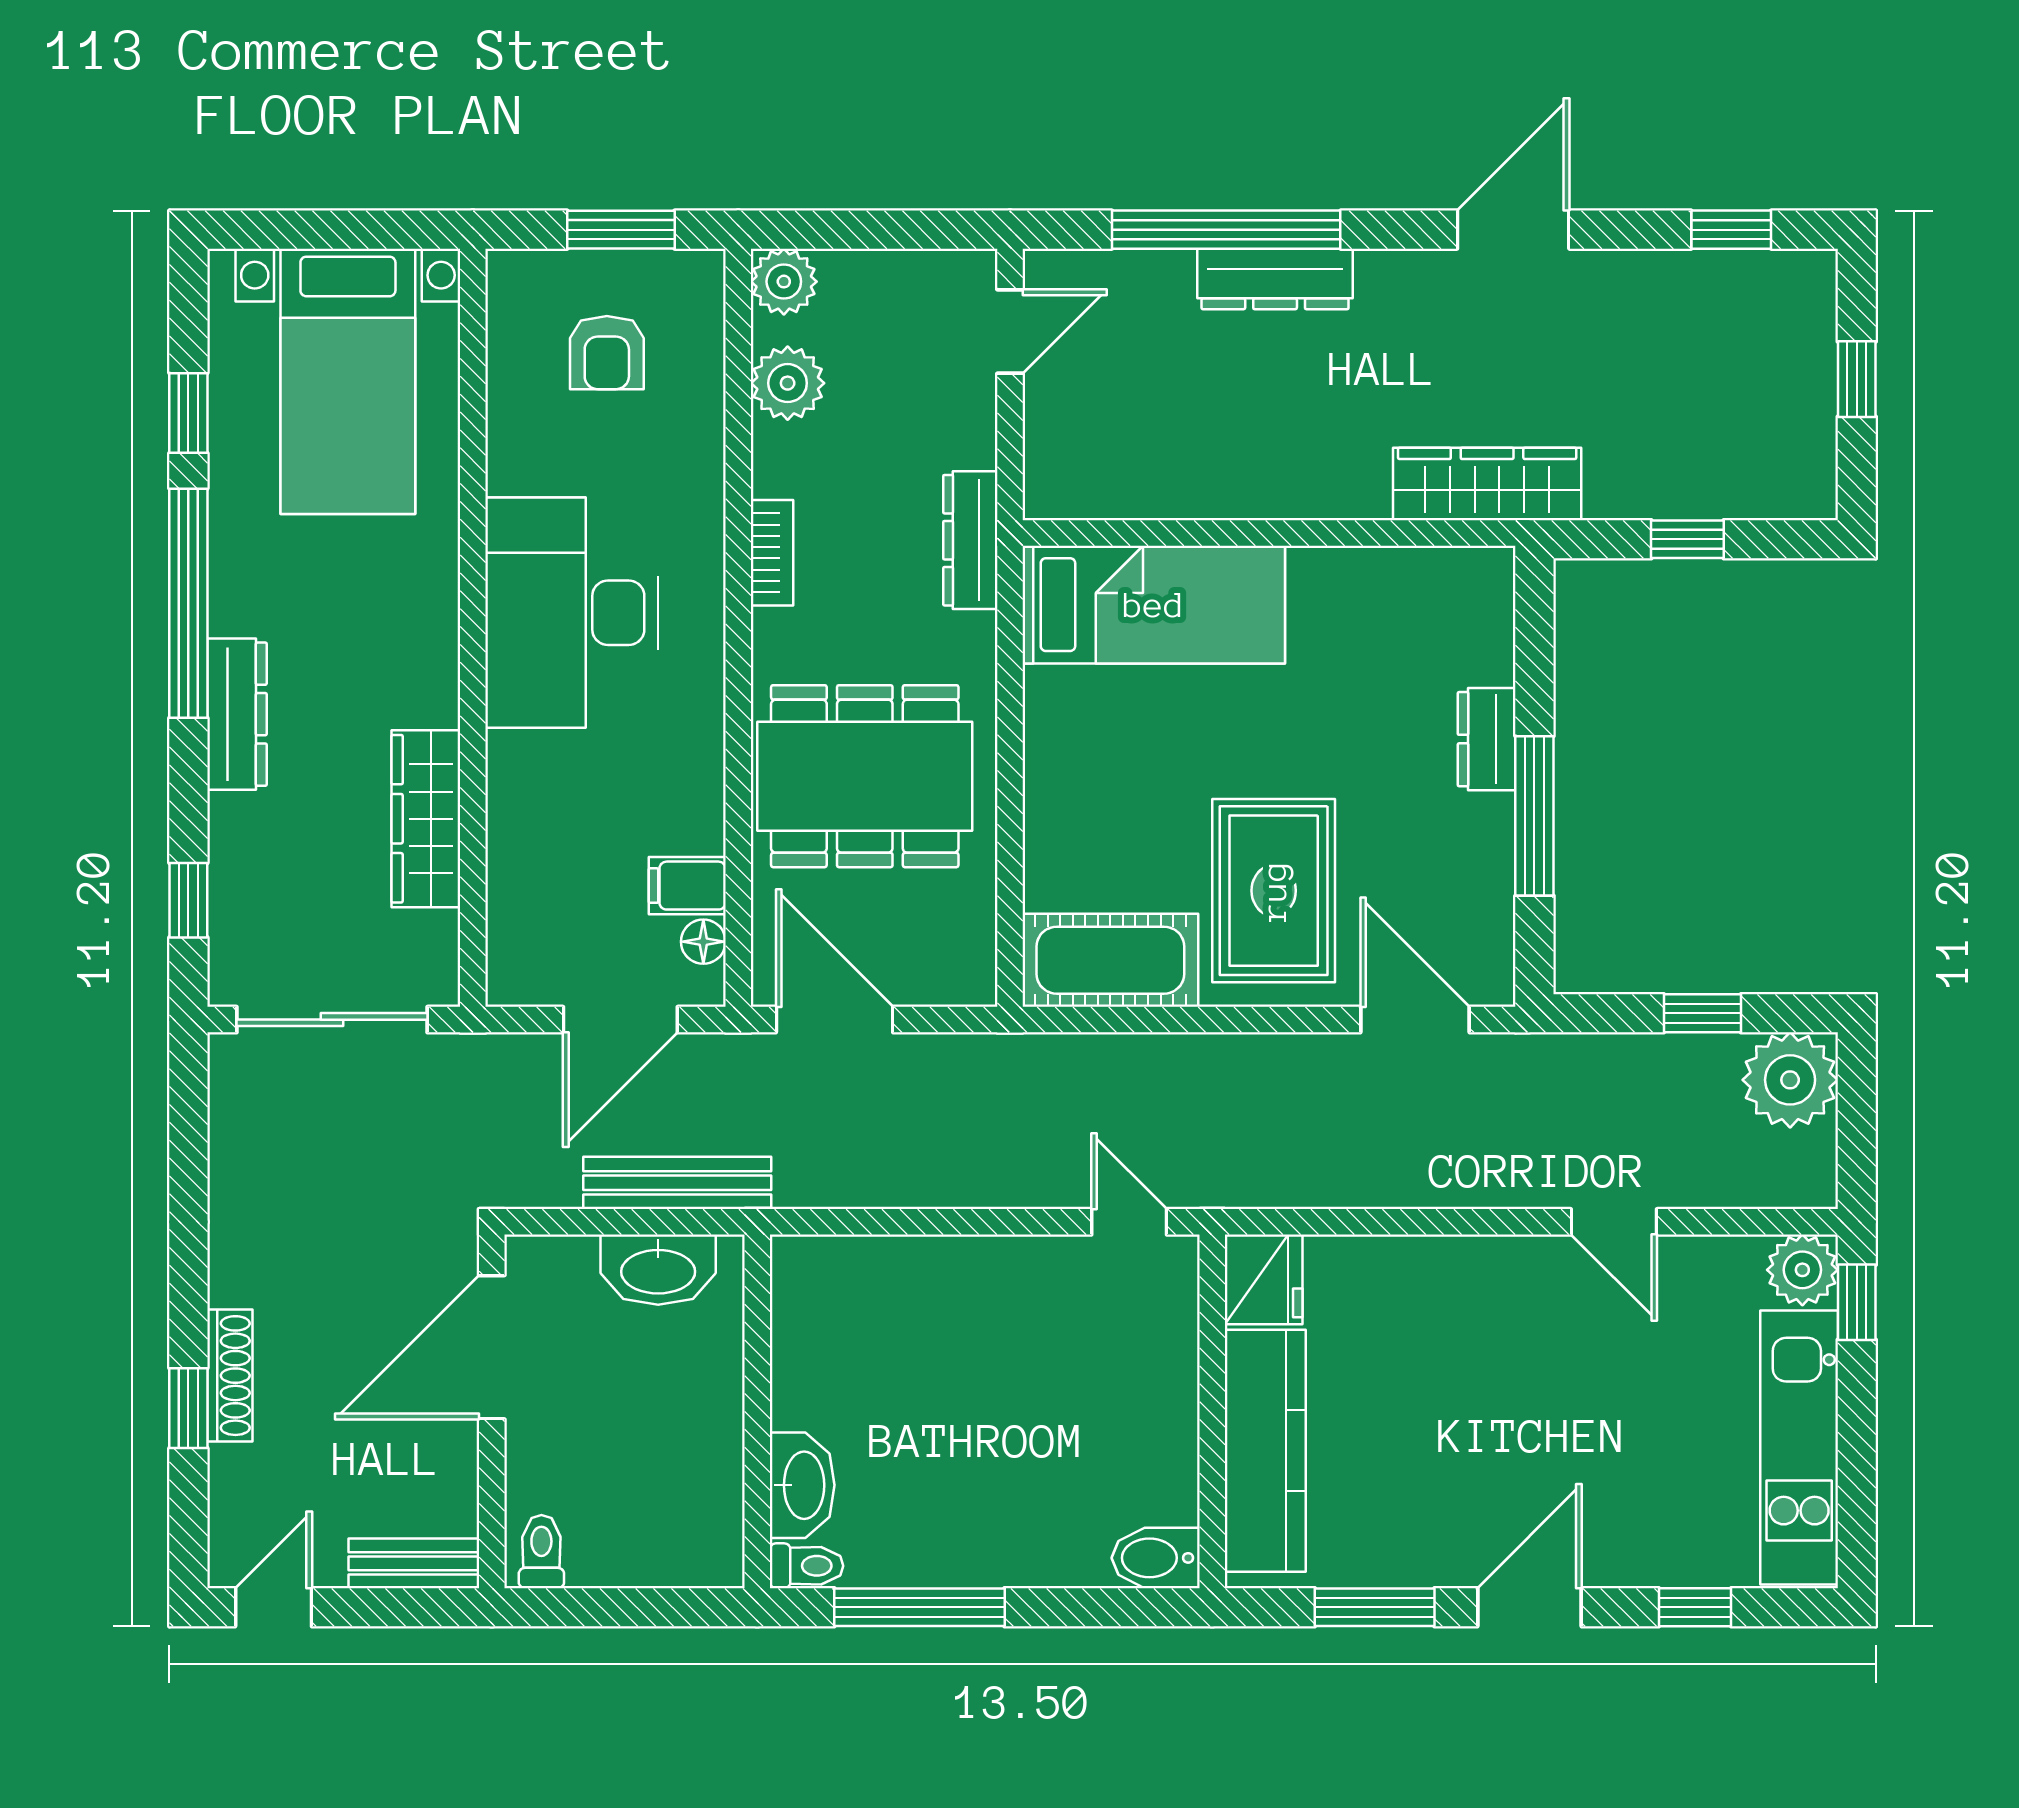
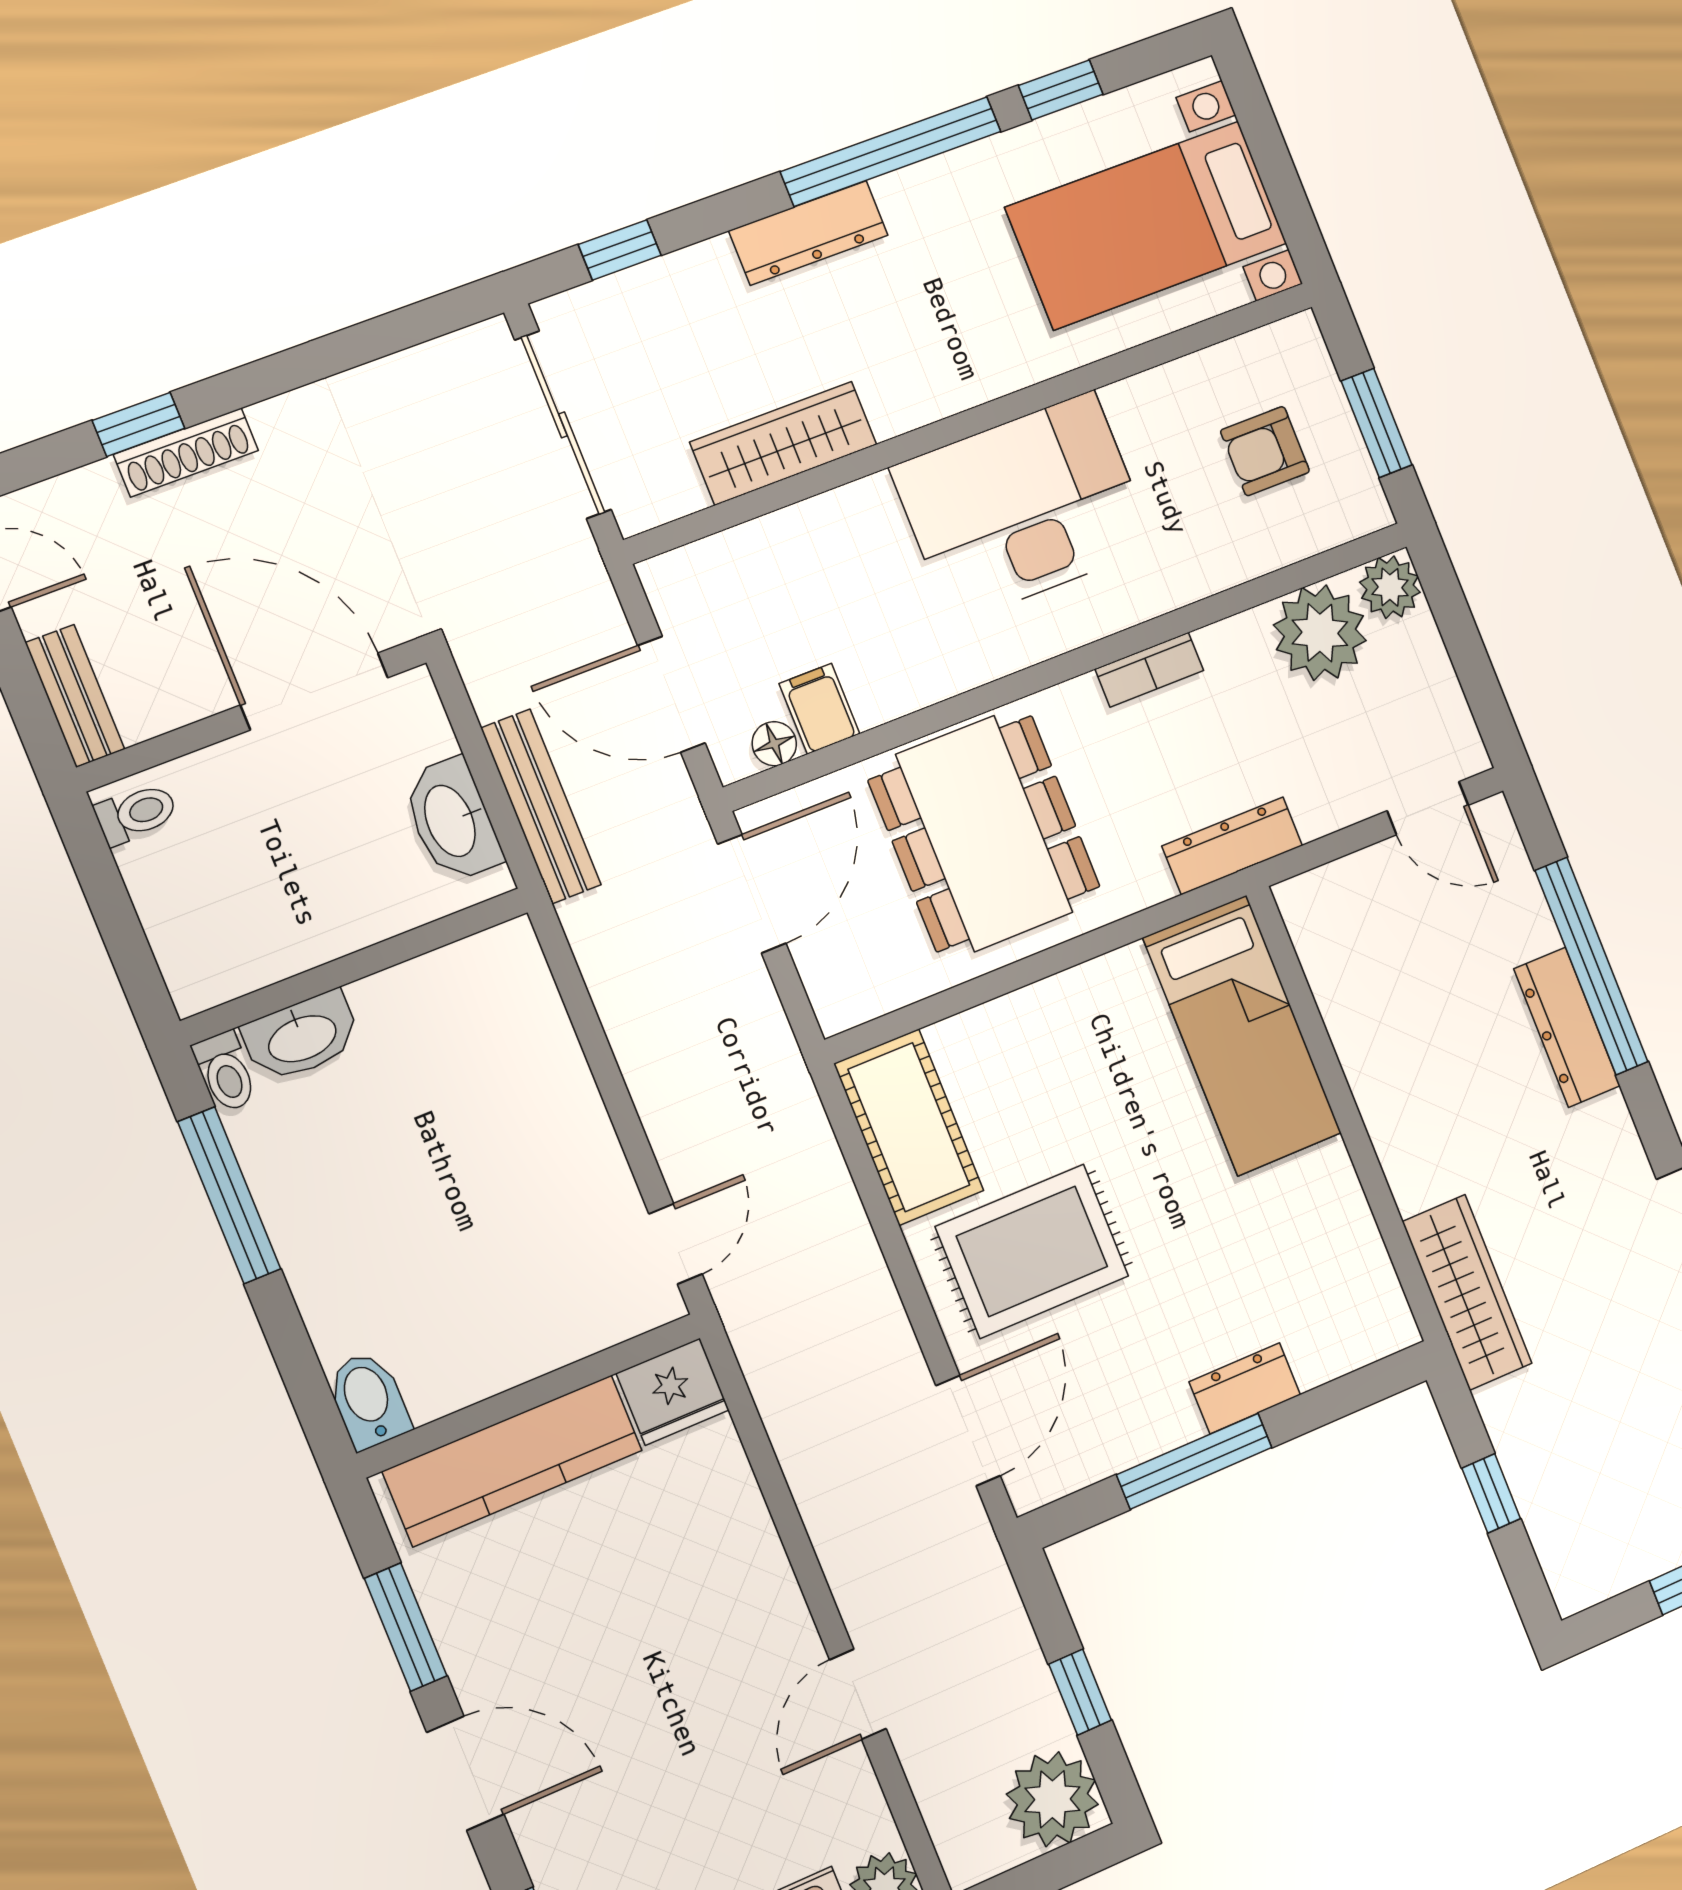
plant: (788, 383) -> (1320, 633), width x1.36, depth x1.36

